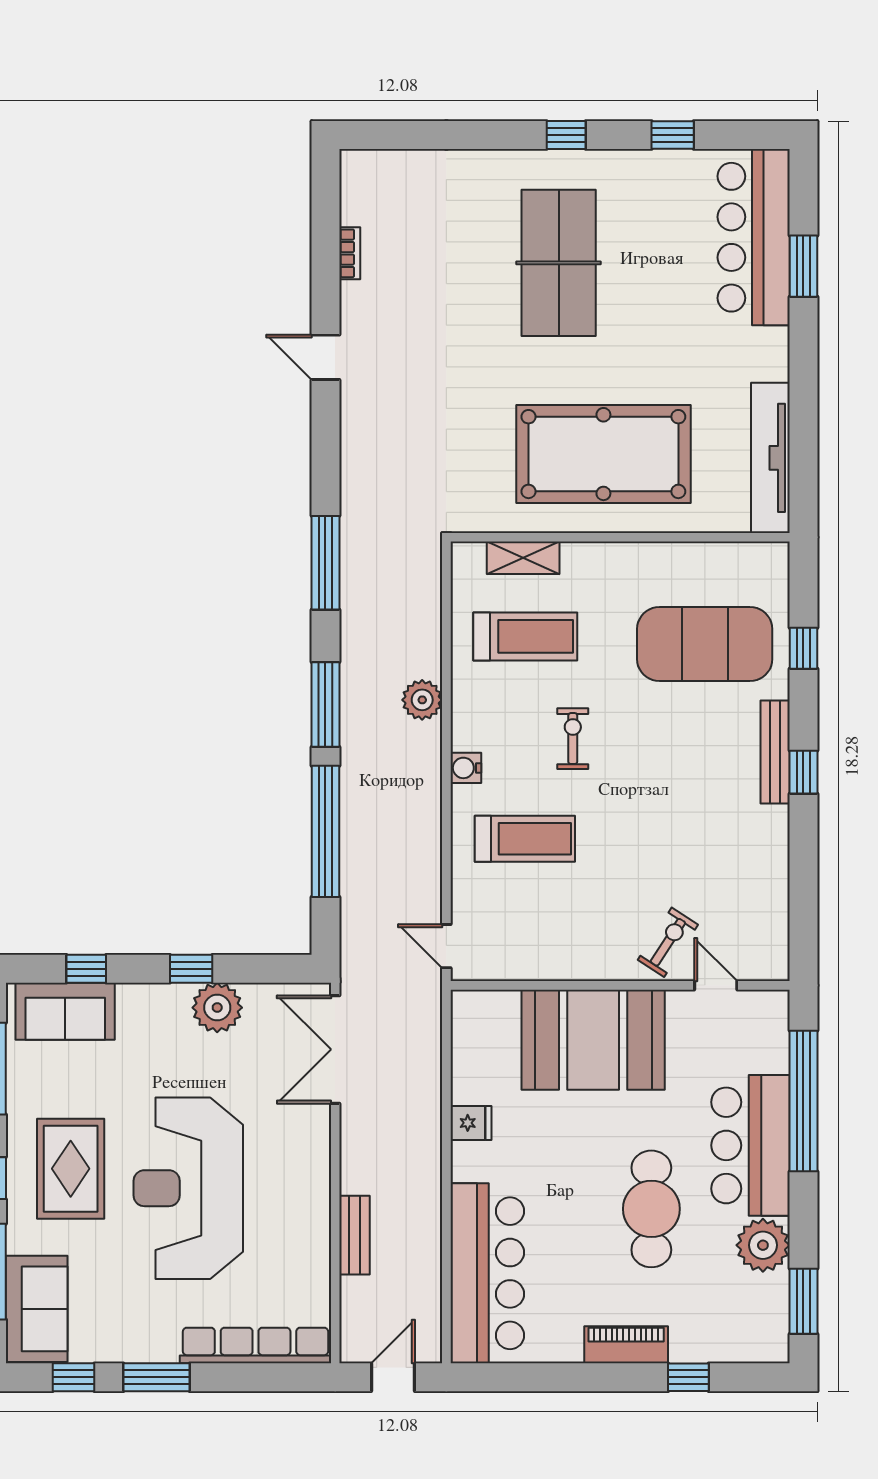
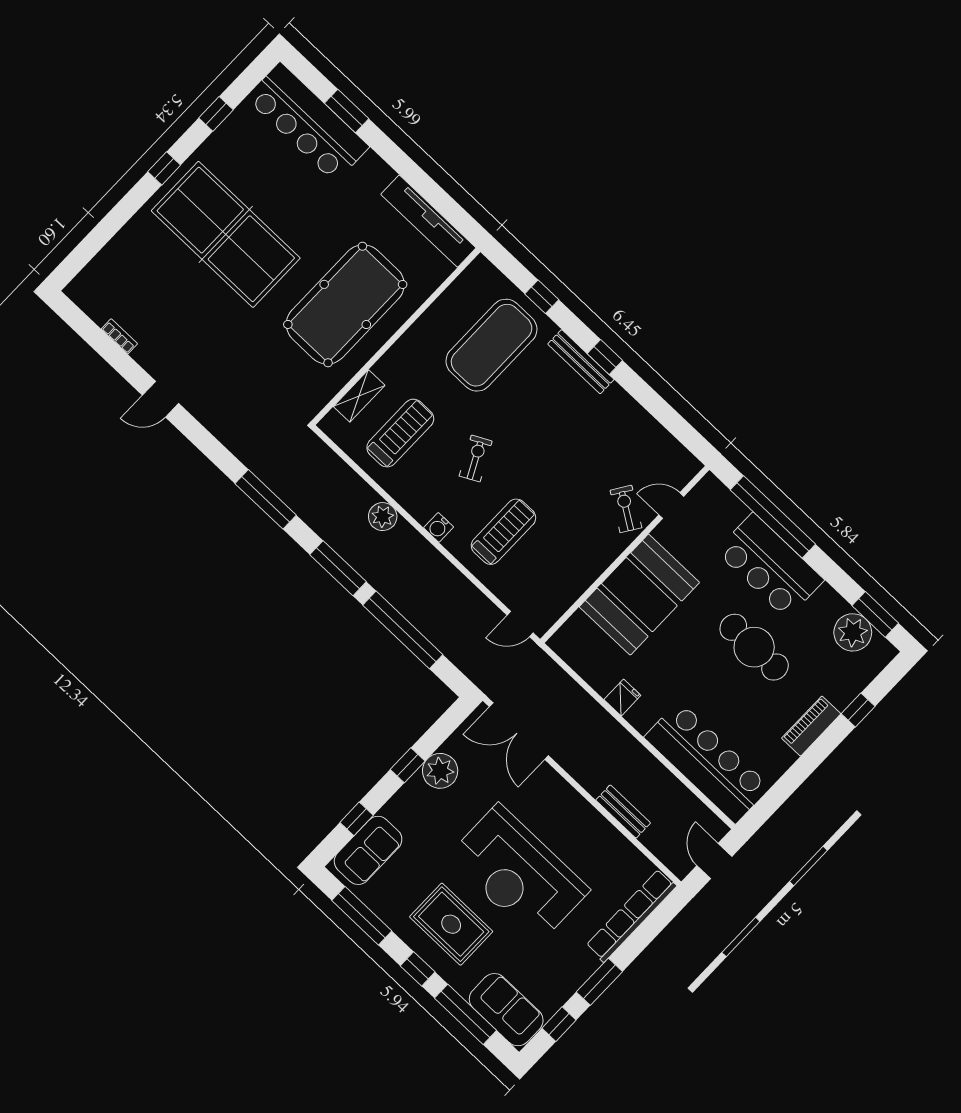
table tennis table: (559, 263) -> (226, 234), width x1.36, depth x1.32
exercise bike: (573, 739) -> (476, 459), turned 63
plant: (763, 1245) -> (853, 632), moved

